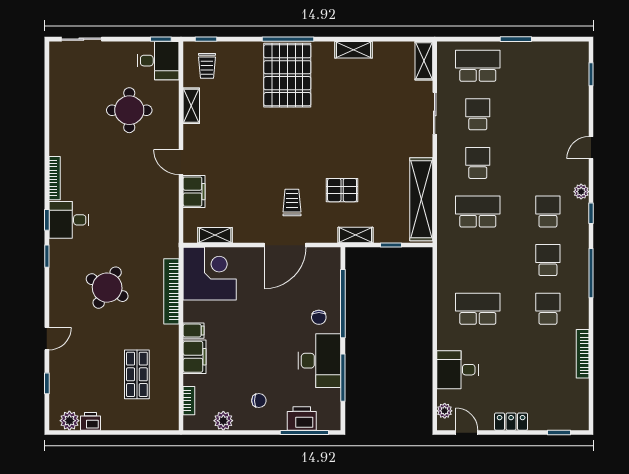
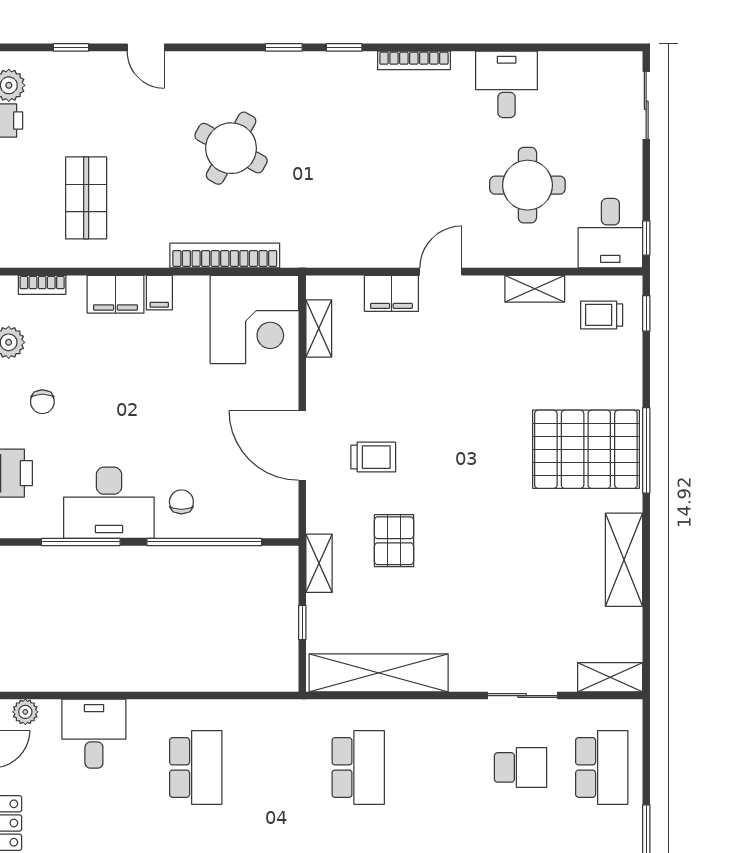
shelving: (353, 50) -> (624, 560), width x1.50, depth x1.33
school desk: (478, 163) -> (439, 767), removed
desk: (69, 220) -> (507, 84), moved
chair: (319, 317) -> (181, 502), turned 90
shop shelf: (137, 374) -> (86, 198), turned 90

